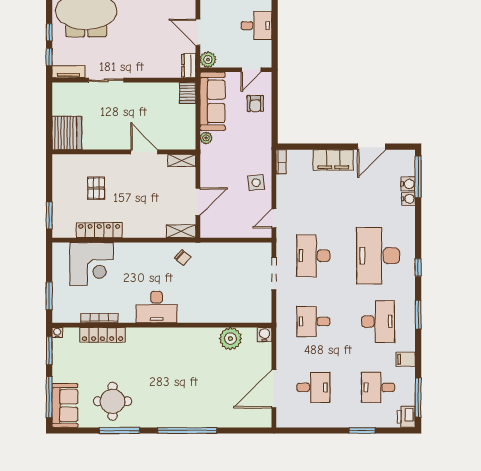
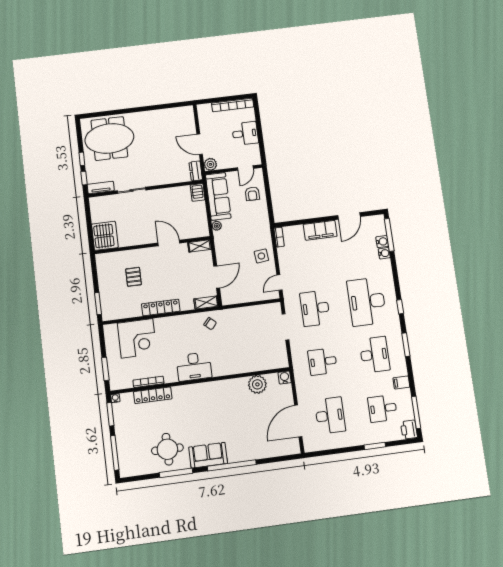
locker: (99, 230) -> (161, 308), moved
desk: (313, 387) -> (330, 415), width x1.37
sofa: (65, 405) -> (208, 455), moved, turned -90

